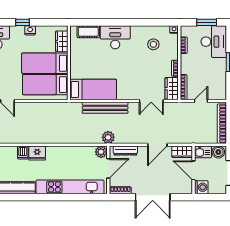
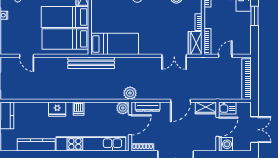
bench: (105, 108) -> (91, 63), moved
dishwasher: (23, 152) -> (79, 109), moved
boiler: (218, 152) -> (243, 108), removed
door: (194, 170) -> (218, 127), swing flipped

